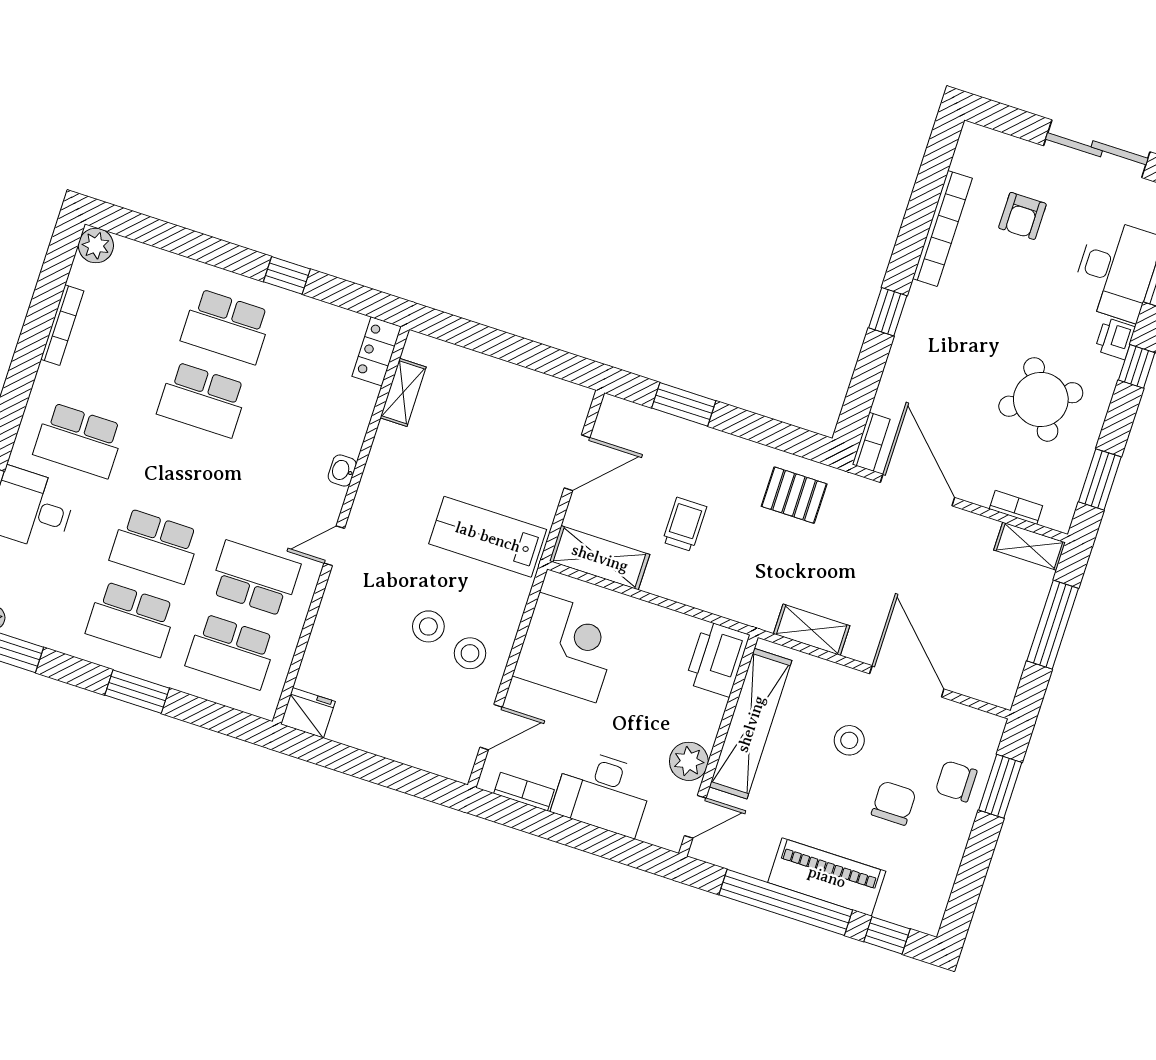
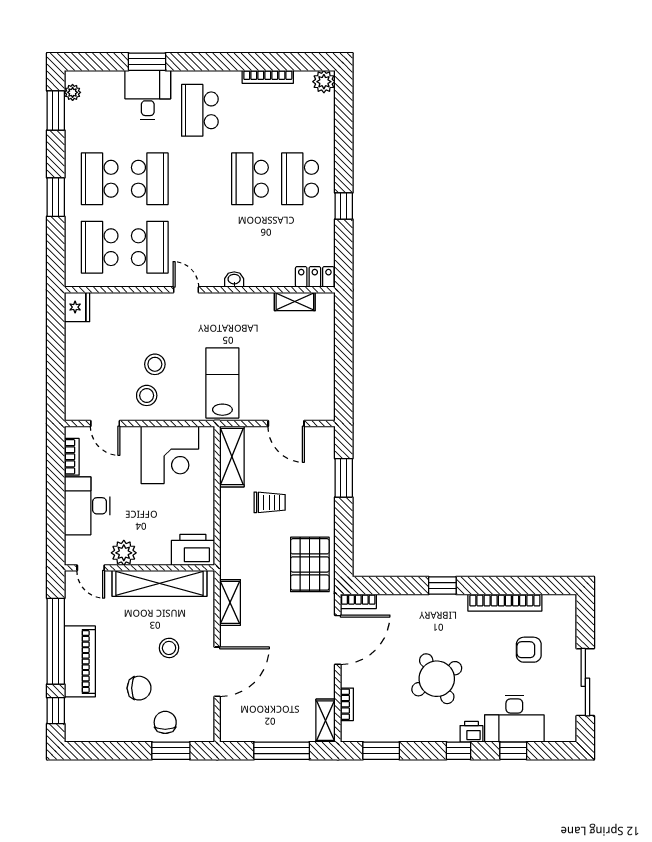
round table: (1041, 399) -> (437, 679), moved
pallet: (794, 495) -> (310, 564), width x1.50, depth x1.42
school desk: (155, 546) -> (150, 179), turned 180

